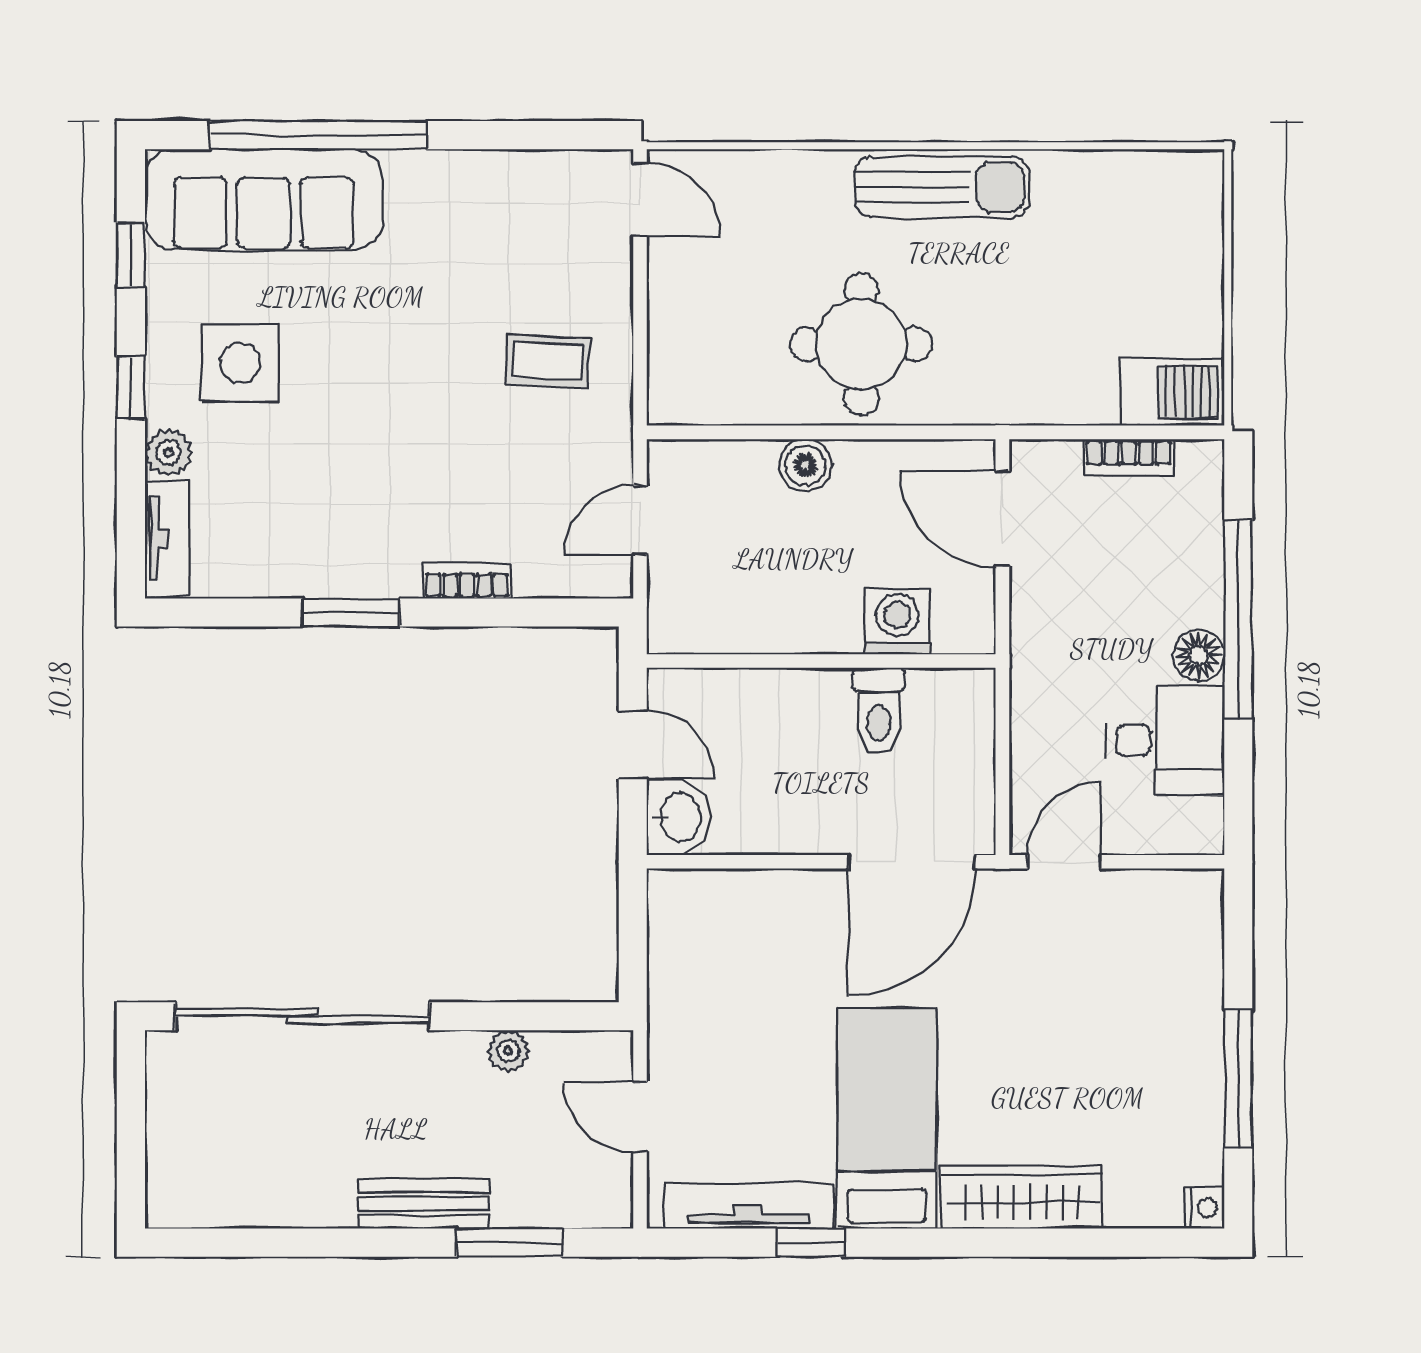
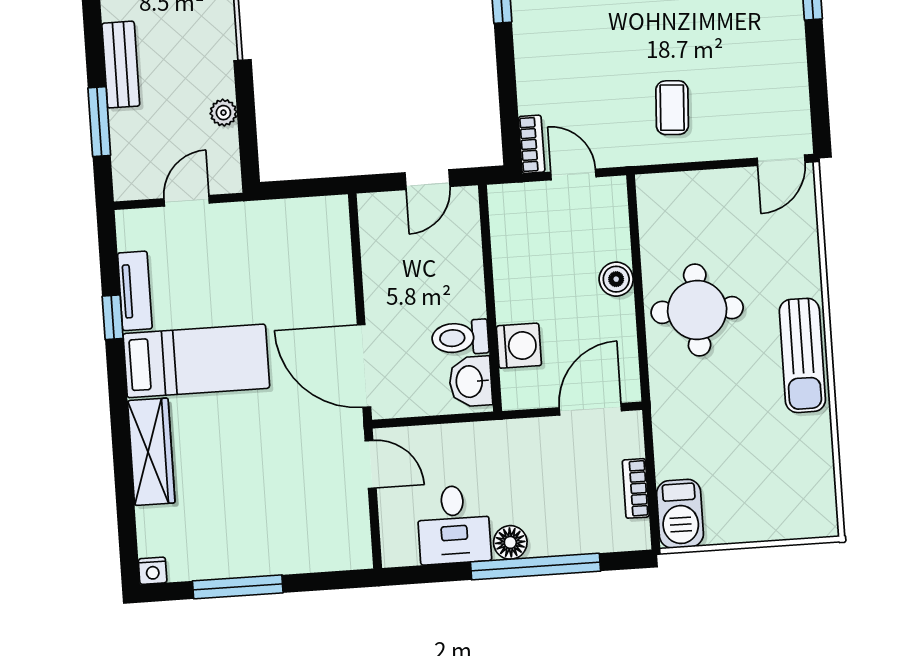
bookcase: (467, 581) -> (532, 144), moved
washbasin: (679, 817) -> (470, 381), moved, turned 90
tv unit: (748, 1206) -> (135, 291), width x0.71

